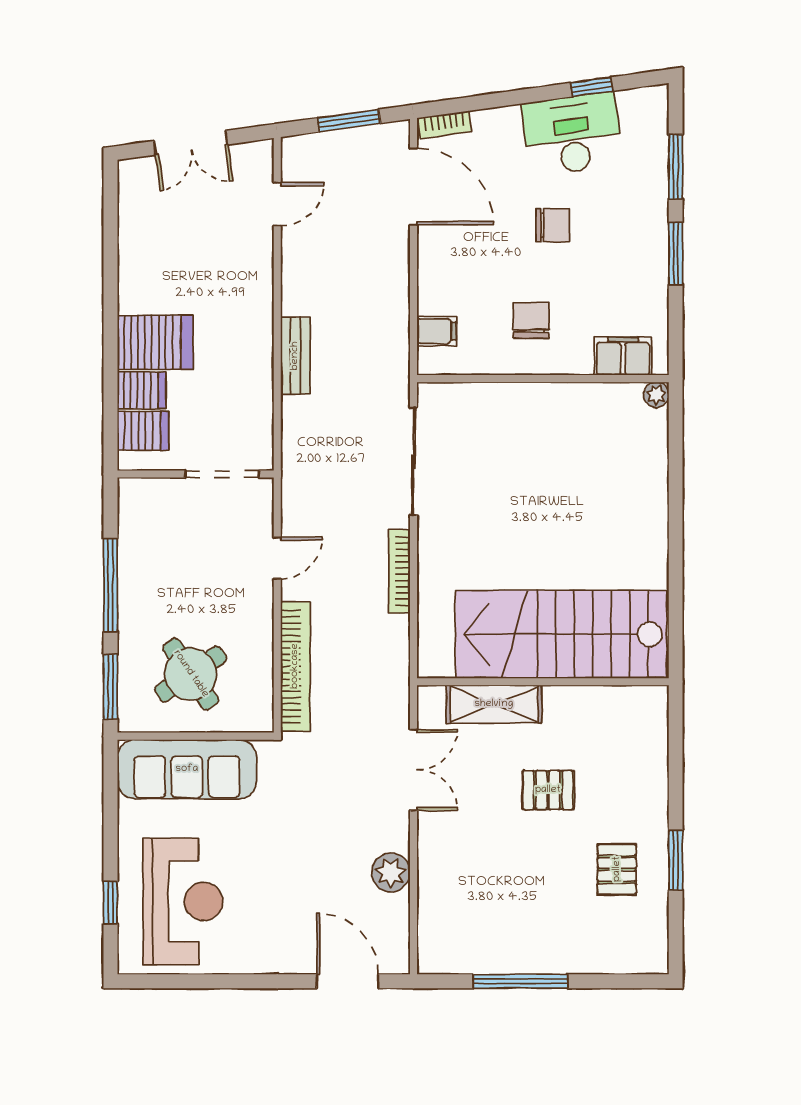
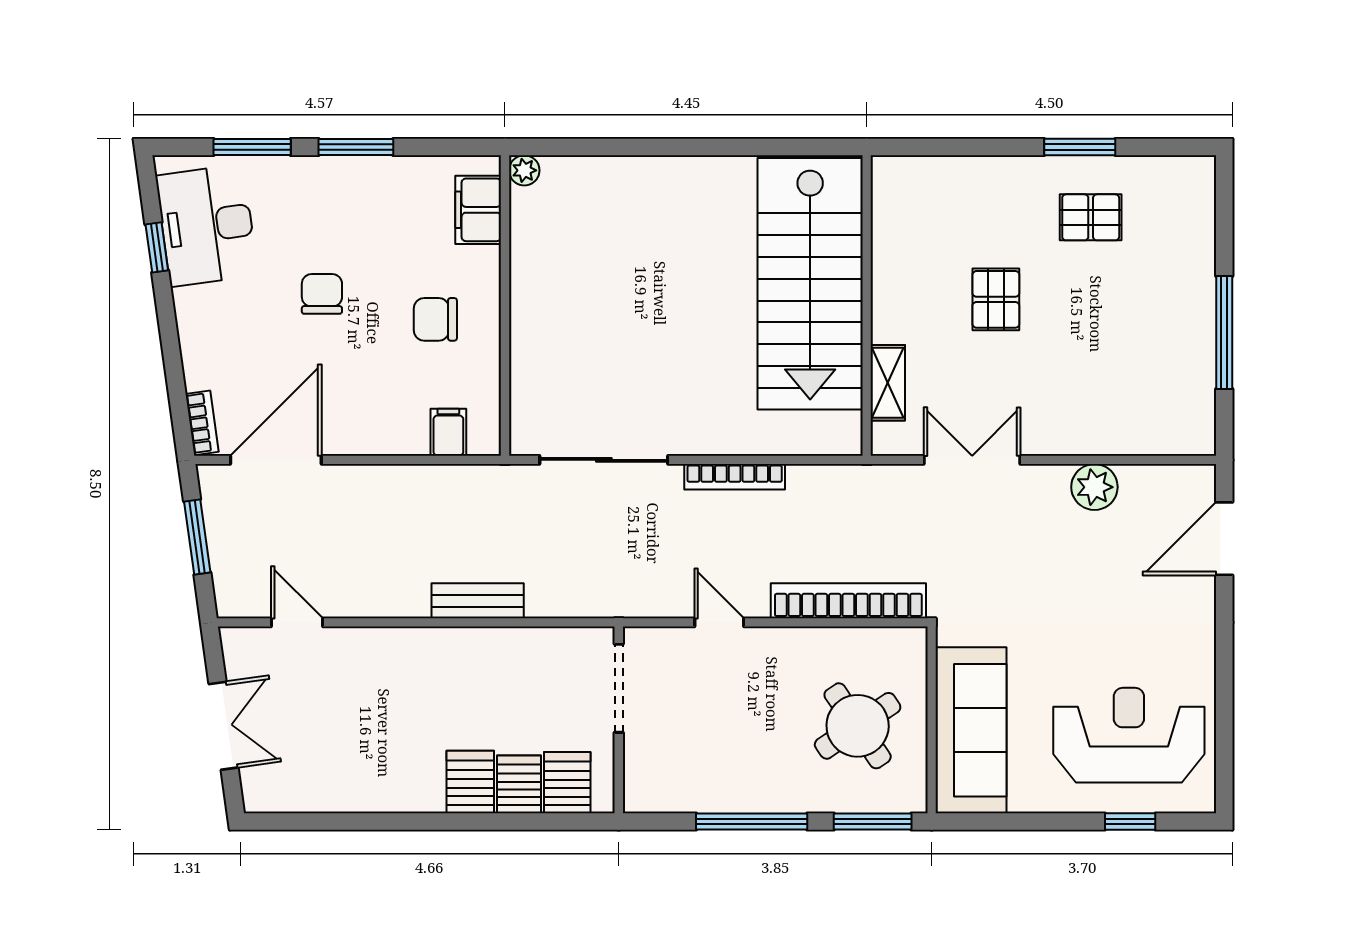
desk: (572, 134) -> (207, 225), moved
server rack: (155, 342) -> (470, 782), width x0.73, depth x0.70
shelving: (494, 704) -> (888, 383), width x0.67, depth x0.75

